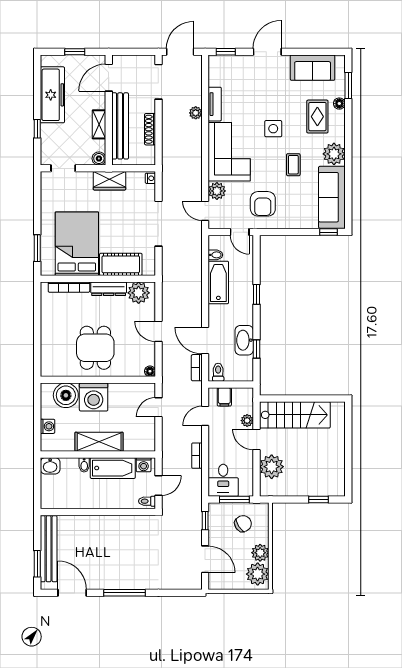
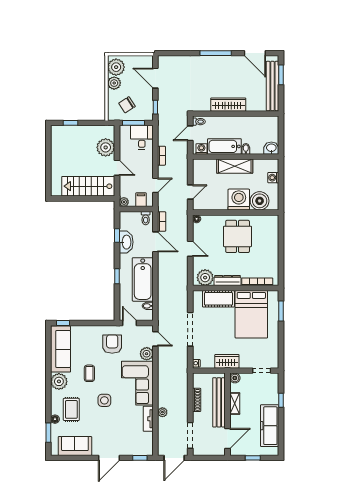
bathtub: (218, 282) -> (143, 279), width x1.36, depth x1.36
plant: (247, 421) -> (124, 202), moved
wardrobe: (108, 524) -> (228, 105), added

